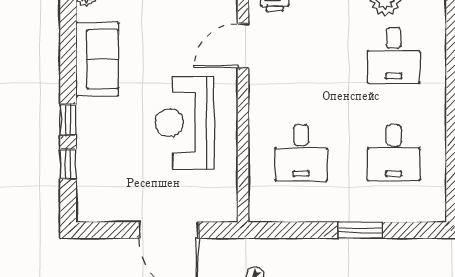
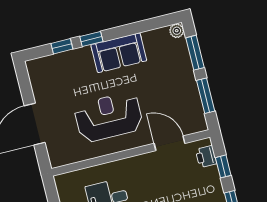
sofa: (97, 59) -> (119, 53), moved

